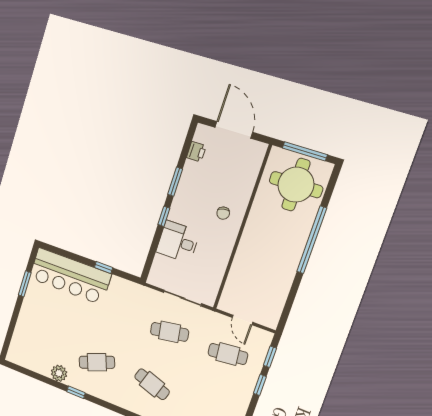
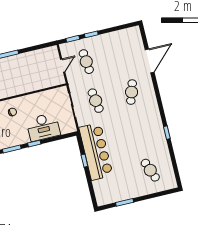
desk: (178, 242) -> (43, 127), width x1.37
bar counter: (70, 276) -> (96, 151), moved
cafe table: (97, 362) -> (150, 170), moved
plant: (59, 373) -> (163, 149), removed

